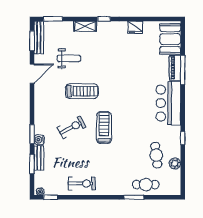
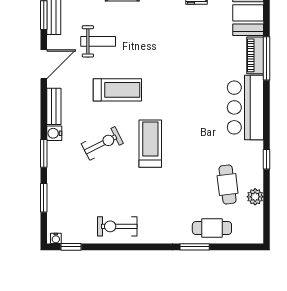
water cooler: (39, 140) -> (54, 133), moved
bench: (39, 158) -> (54, 106), moved
exercise bike: (82, 183) -> (117, 226), turned 180

